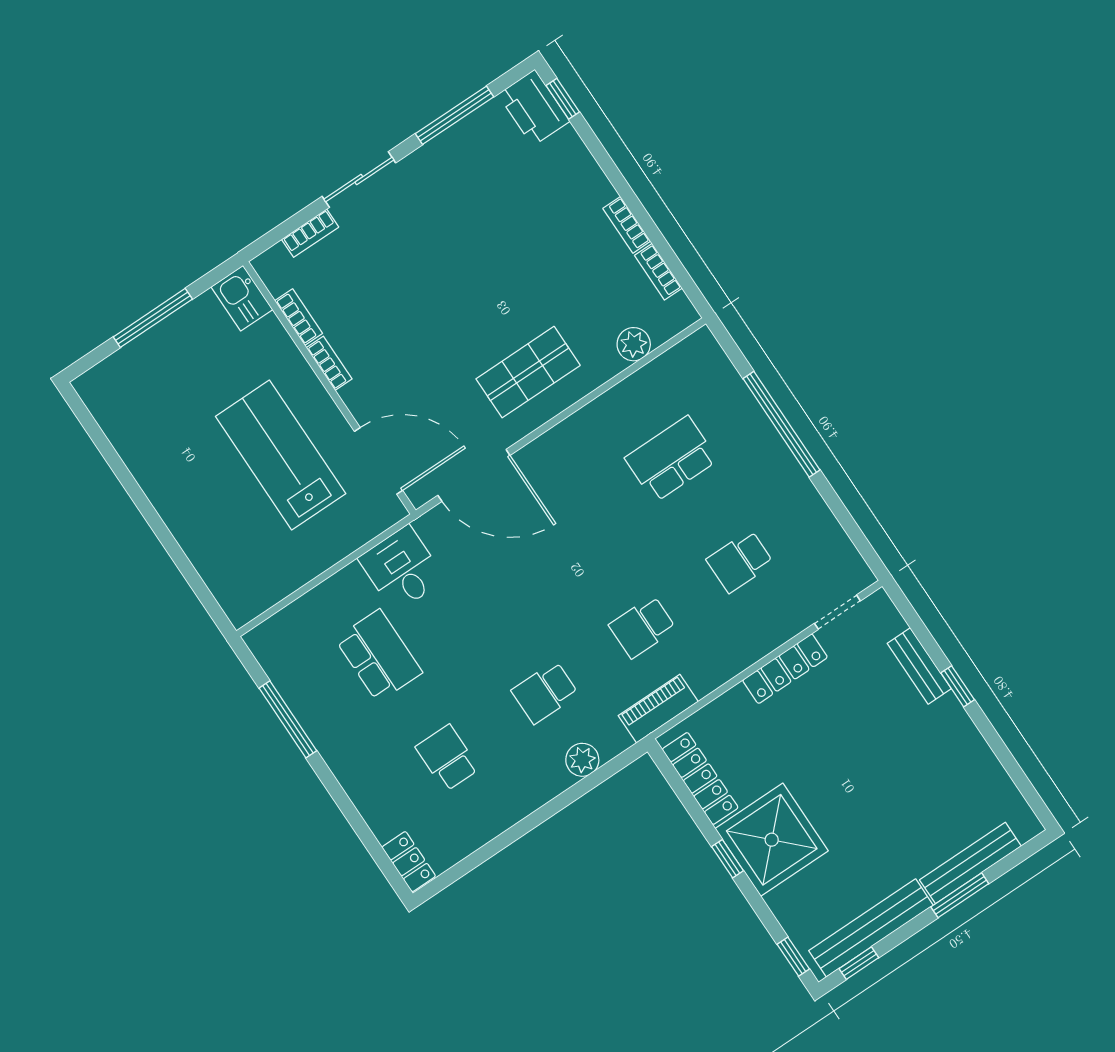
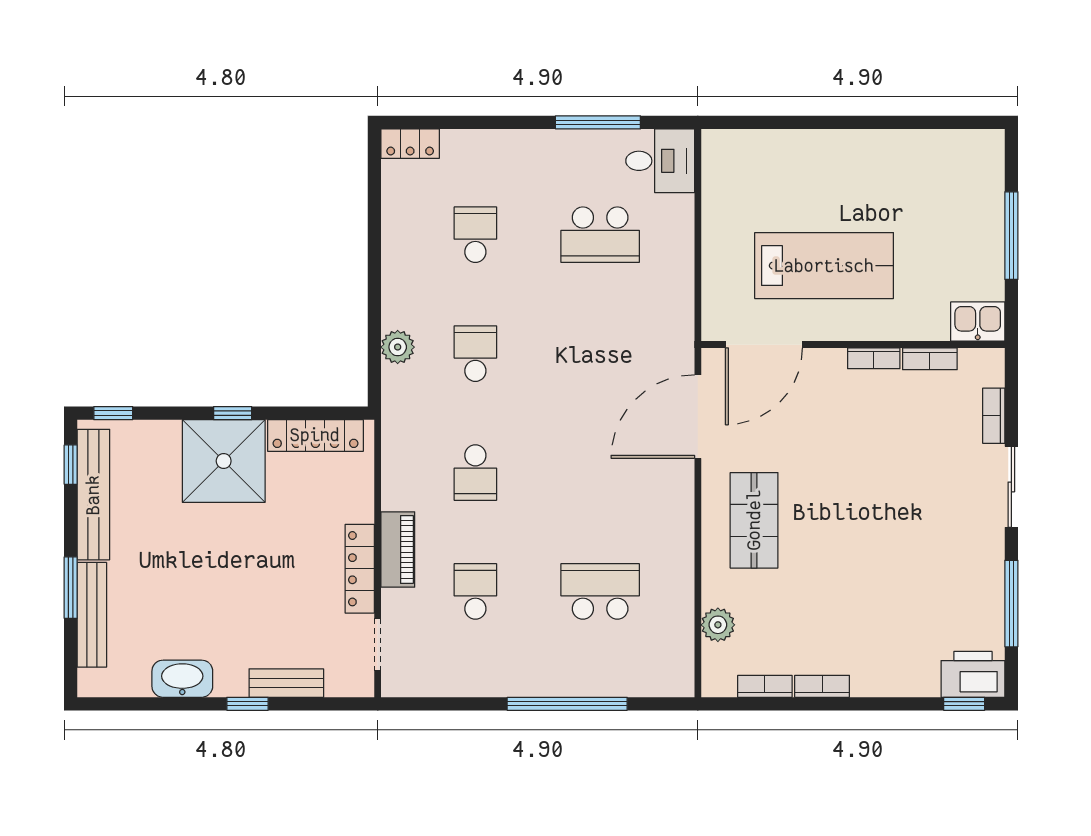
school desk: (671, 459) -> (600, 591), turned -90
desk: (402, 569) -> (660, 161), moved
school desk: (642, 627) -> (475, 473), turned 180
piano: (658, 709) -> (398, 549), moved
washbasin: (973, 754) -> (182, 679), added
school desk: (447, 758) -> (475, 235), turned -90

